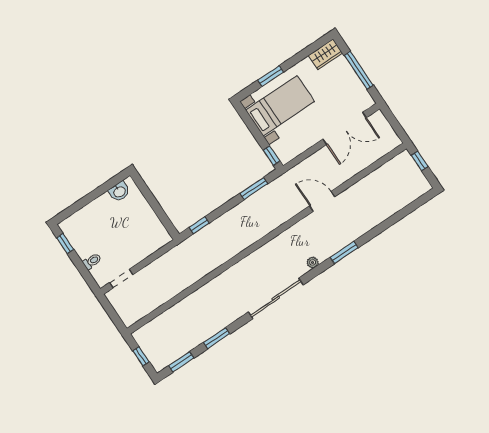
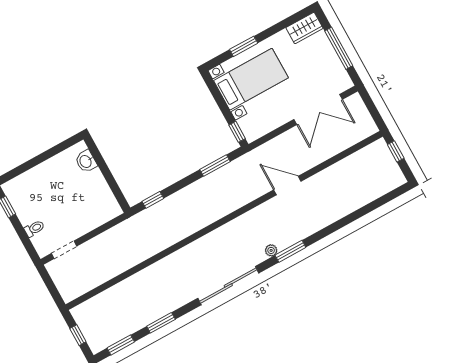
washbasin: (119, 192) -> (86, 161), moved, turned 90
window: (344, 252) -> (290, 251), moved

